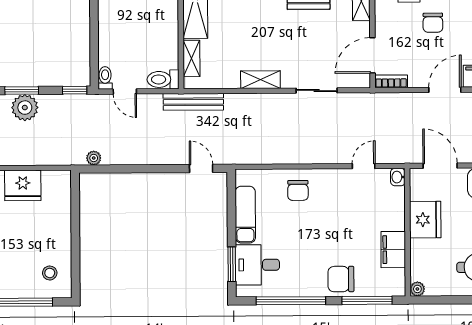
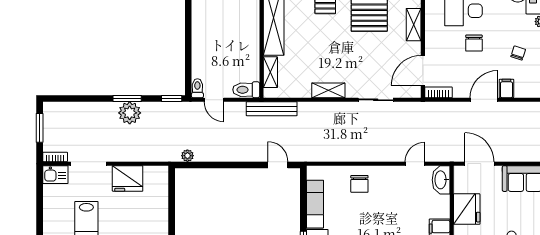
washbasin: (398, 177) -> (441, 180), width x1.91, depth x1.45

